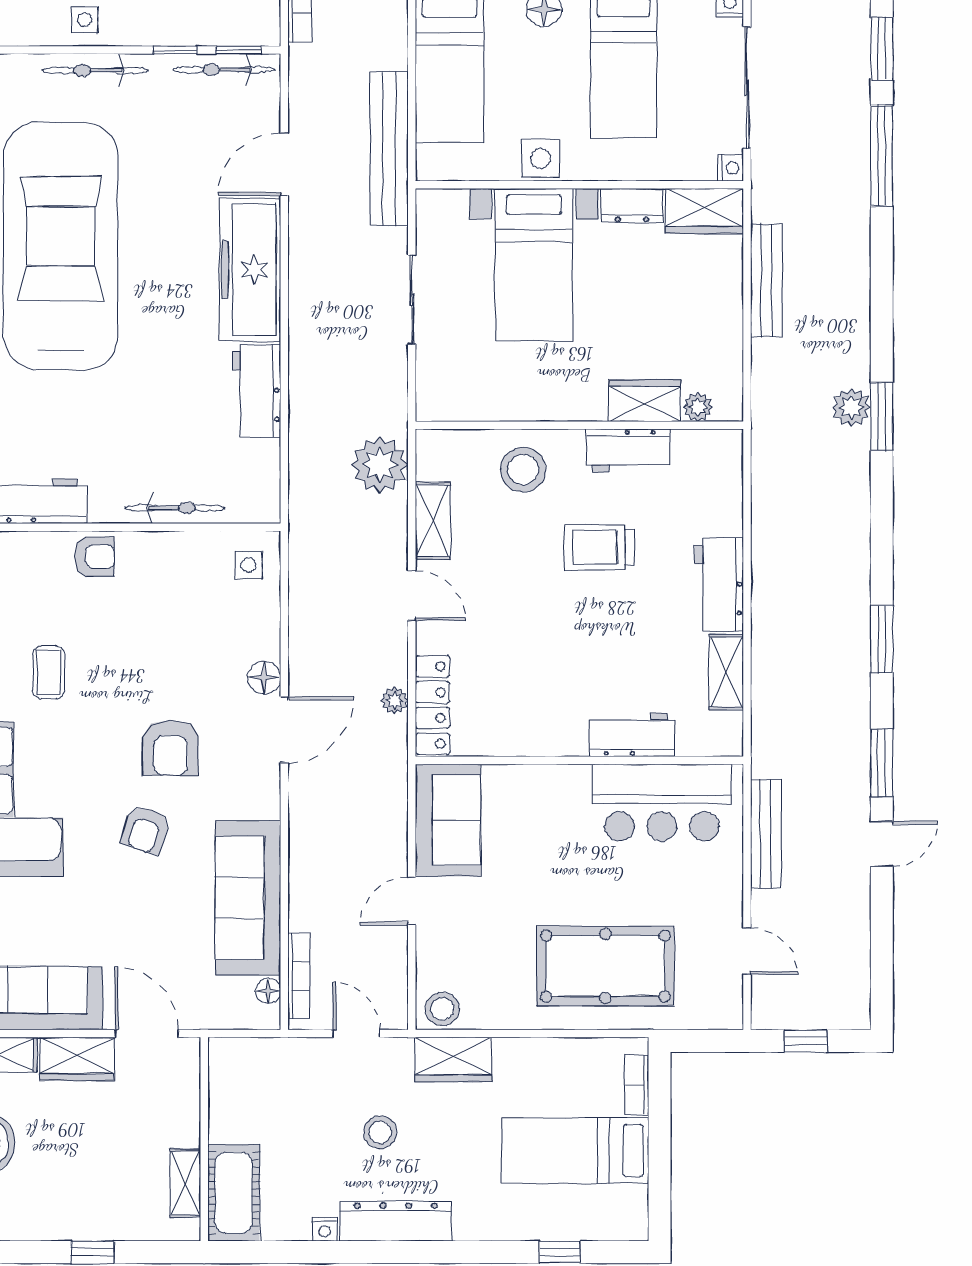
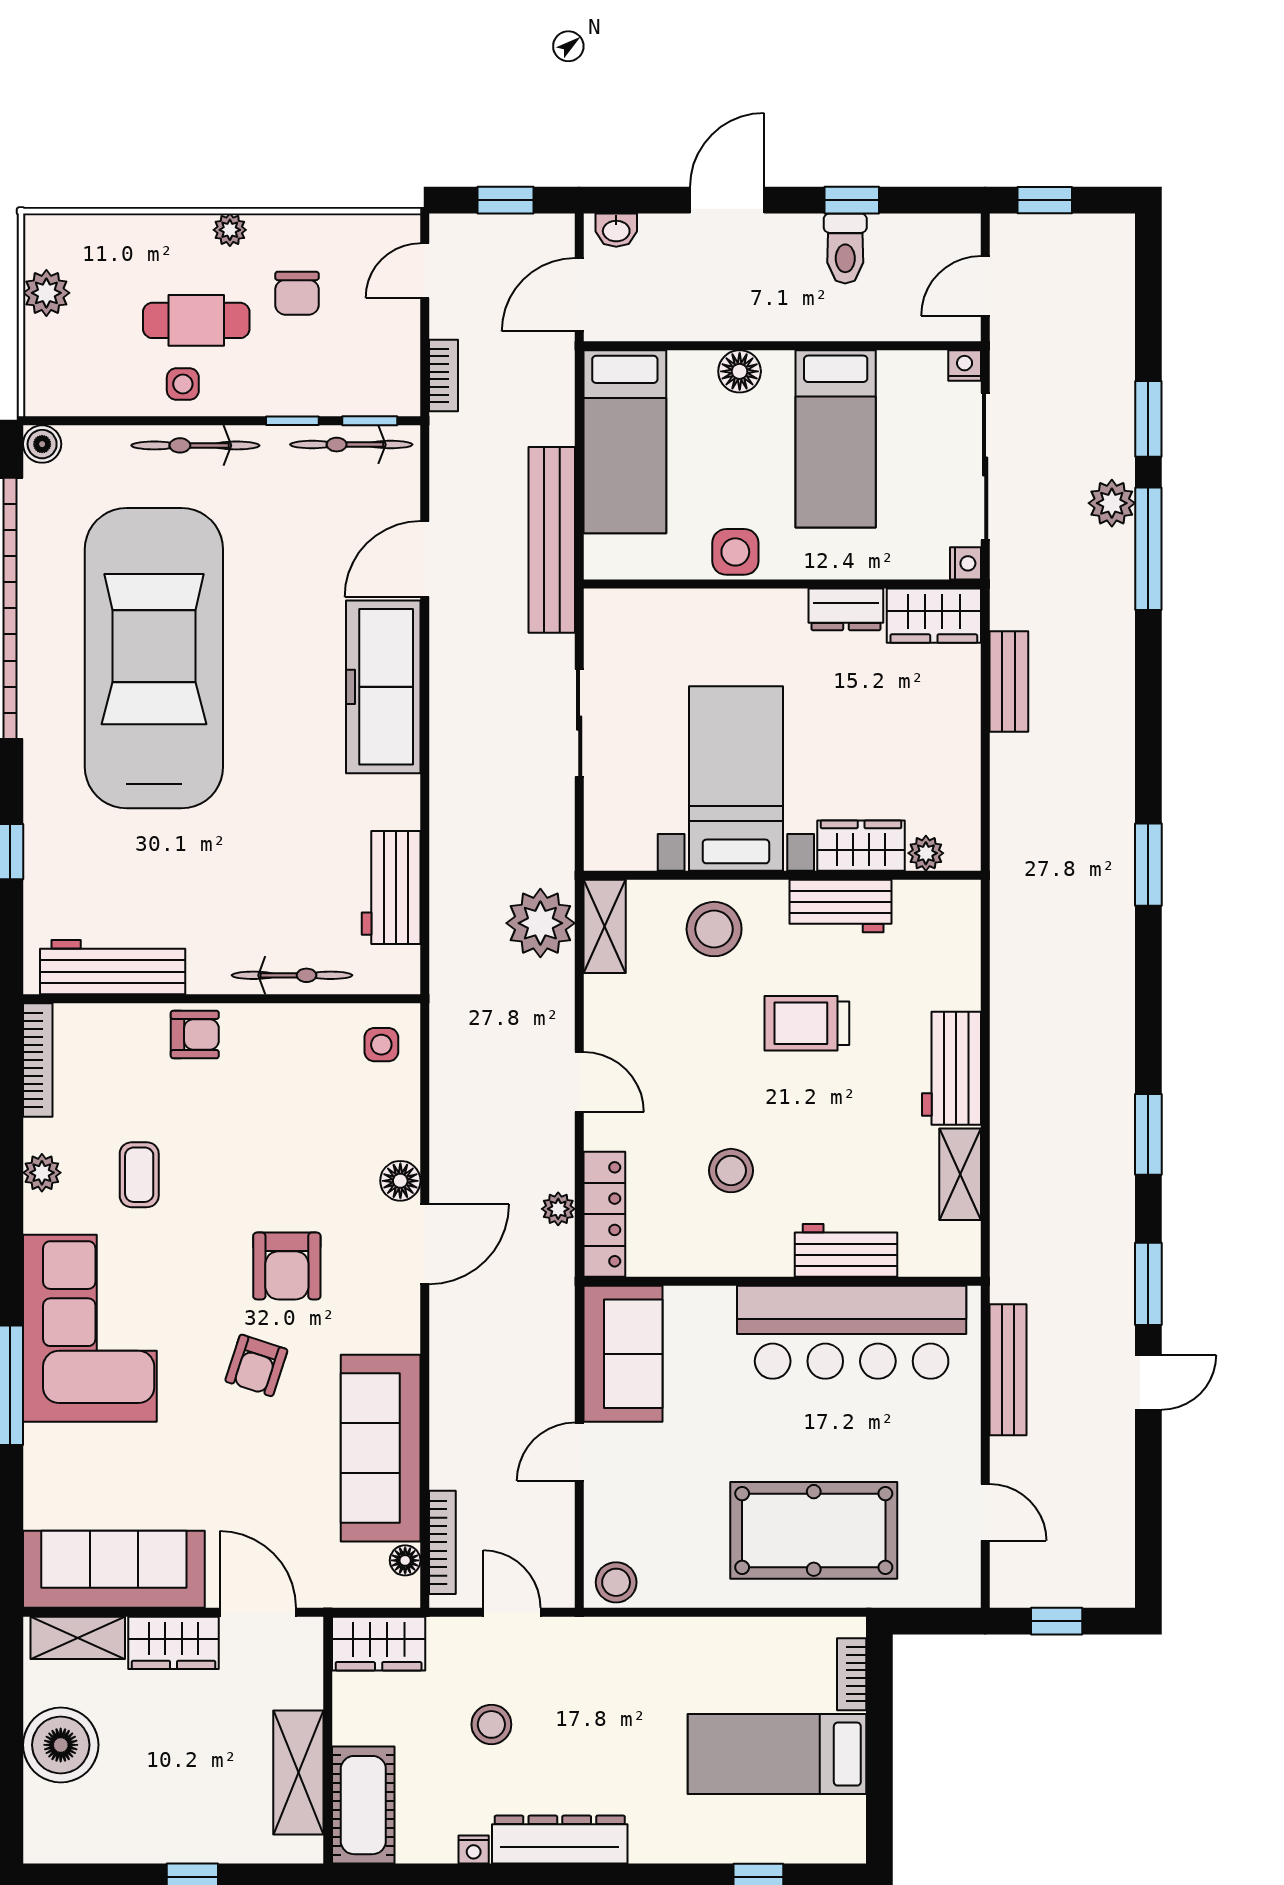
bed with nightstands: (534, 265) -> (736, 779), moved, turned 180
bench: (766, 280) -> (1009, 681), width x0.73
workbench: (257, 391) -> (391, 888), moved
plant: (851, 407) -> (1112, 503), moved
shelving: (433, 521) -> (605, 926), moved
stool: (537, 669) -> (731, 1171), added
bar counter: (662, 803) -> (852, 1332), width x1.36
wardrobe: (453, 1059) -> (379, 1644), moved
stool: (380, 1132) -> (491, 1724), moved
shelving: (185, 1183) -> (298, 1772), width x1.50, depth x1.33

